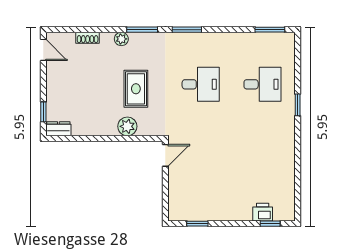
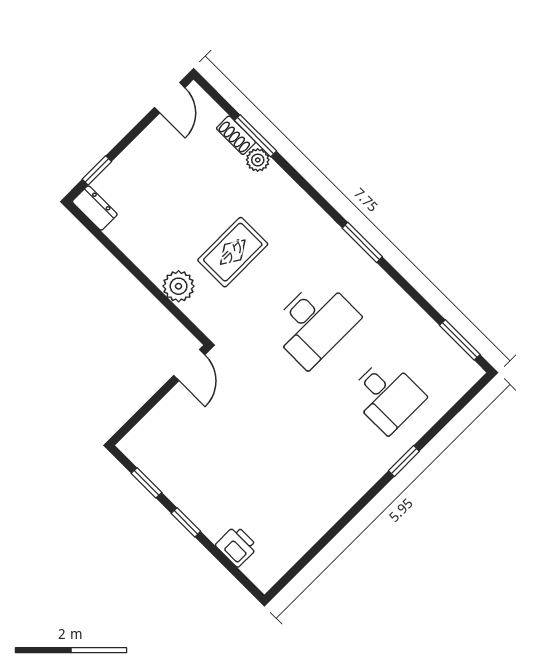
window: (142, 30) -> (255, 136), moved
plant: (121, 39) -> (258, 160), moved
desk: (201, 84) -> (314, 323), width x1.37
door: (165, 155) -> (189, 365), hinge flipped
window: (270, 224) -> (186, 522), moved

